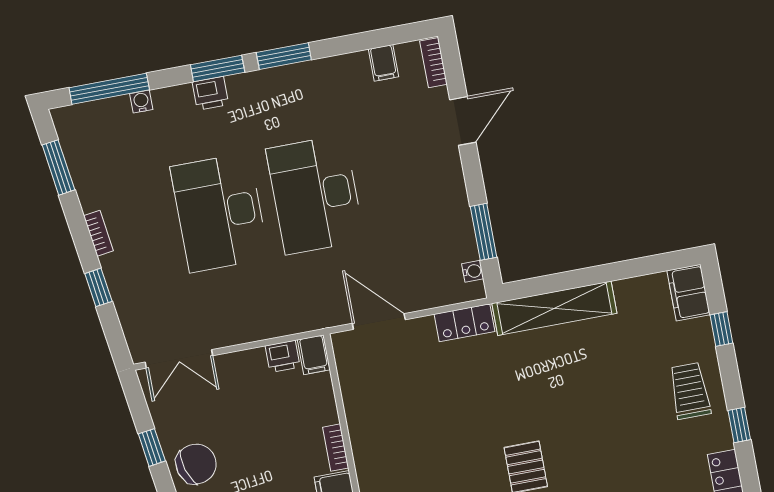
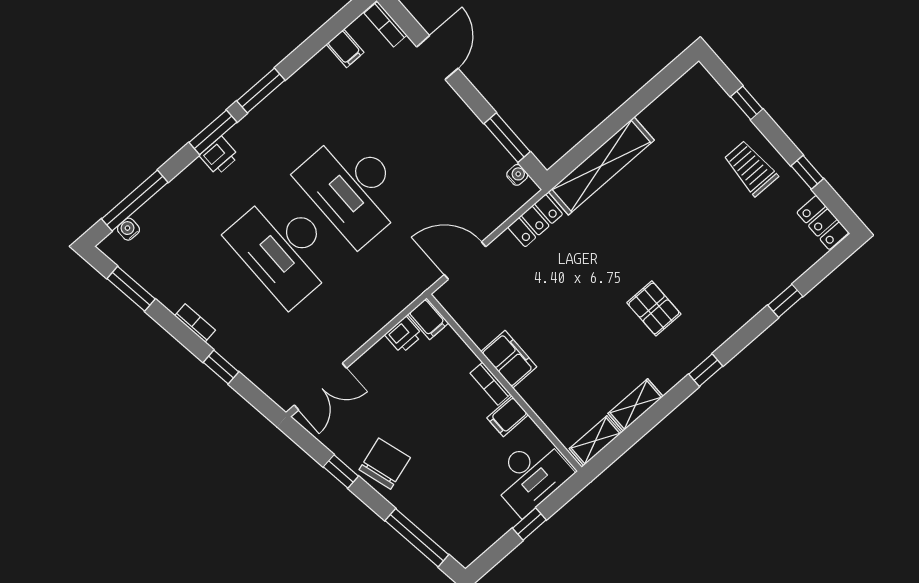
water cooler: (141, 102) -> (128, 229), moved
filing cabinet: (688, 293) -> (509, 359), moved, turned 180

